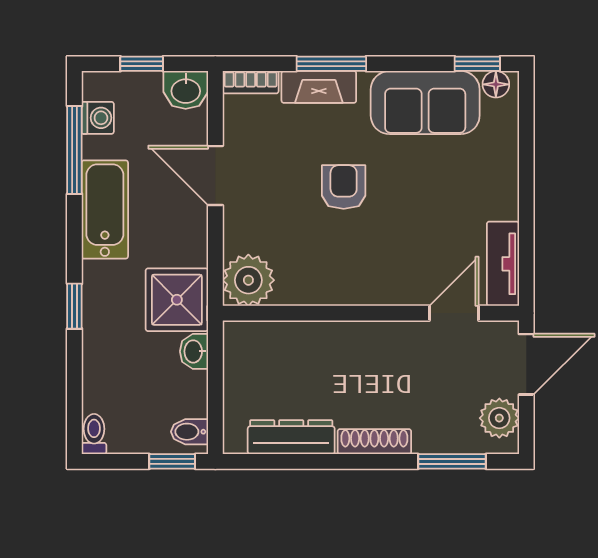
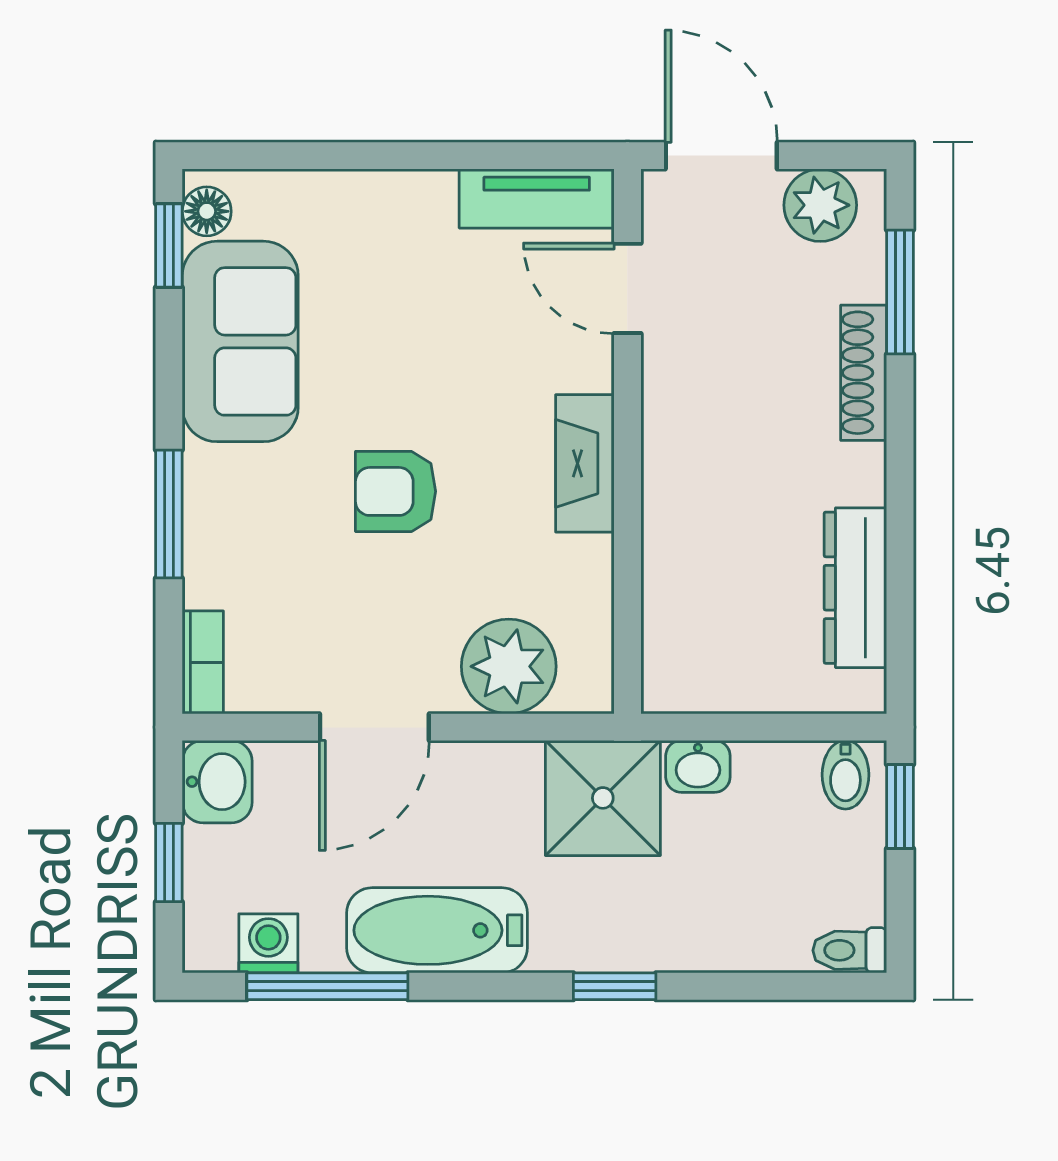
fireplace: (319, 87) -> (585, 463), moved, turned 180
plant: (248, 280) -> (509, 666), moved
shoe rack: (374, 442) -> (864, 373), moved

